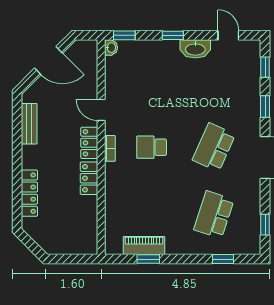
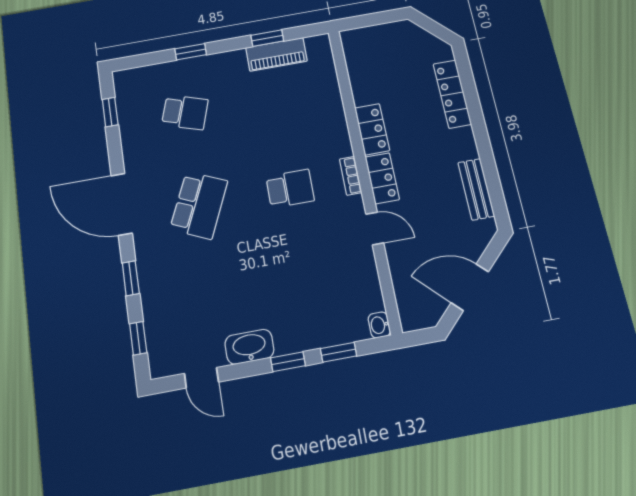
window: (124, 35) -> (339, 352), moved
school desk: (214, 215) -> (185, 112), width x0.54
window: (223, 259) -> (191, 52), moved

